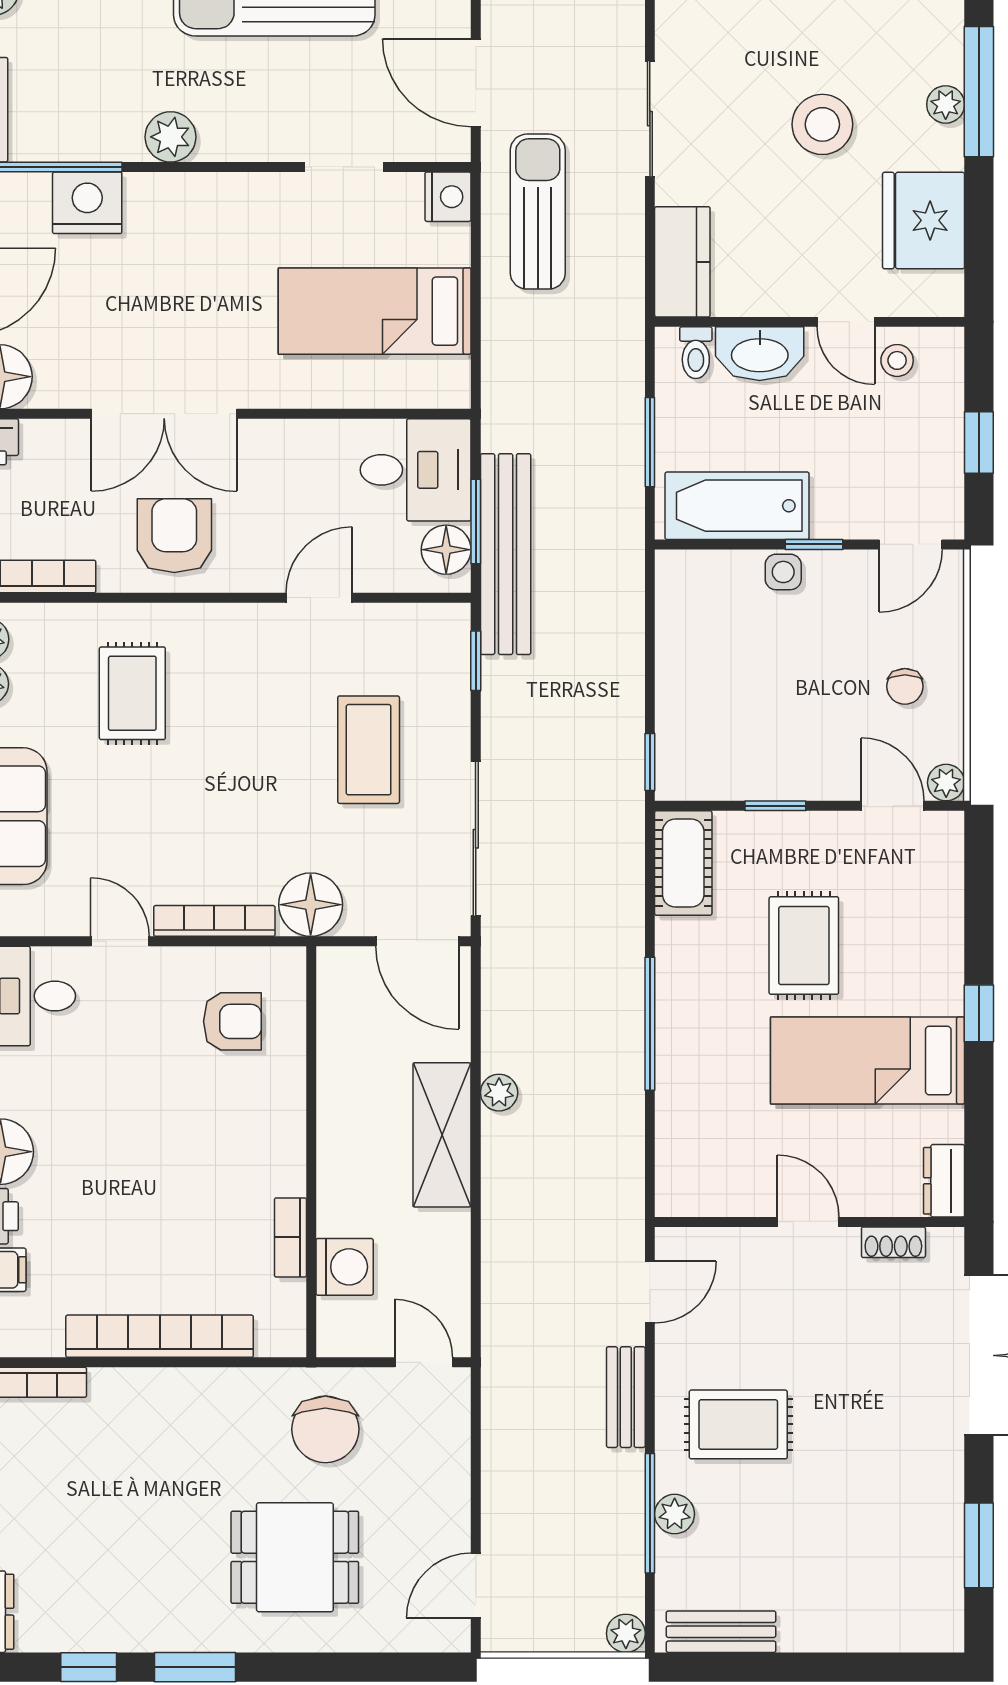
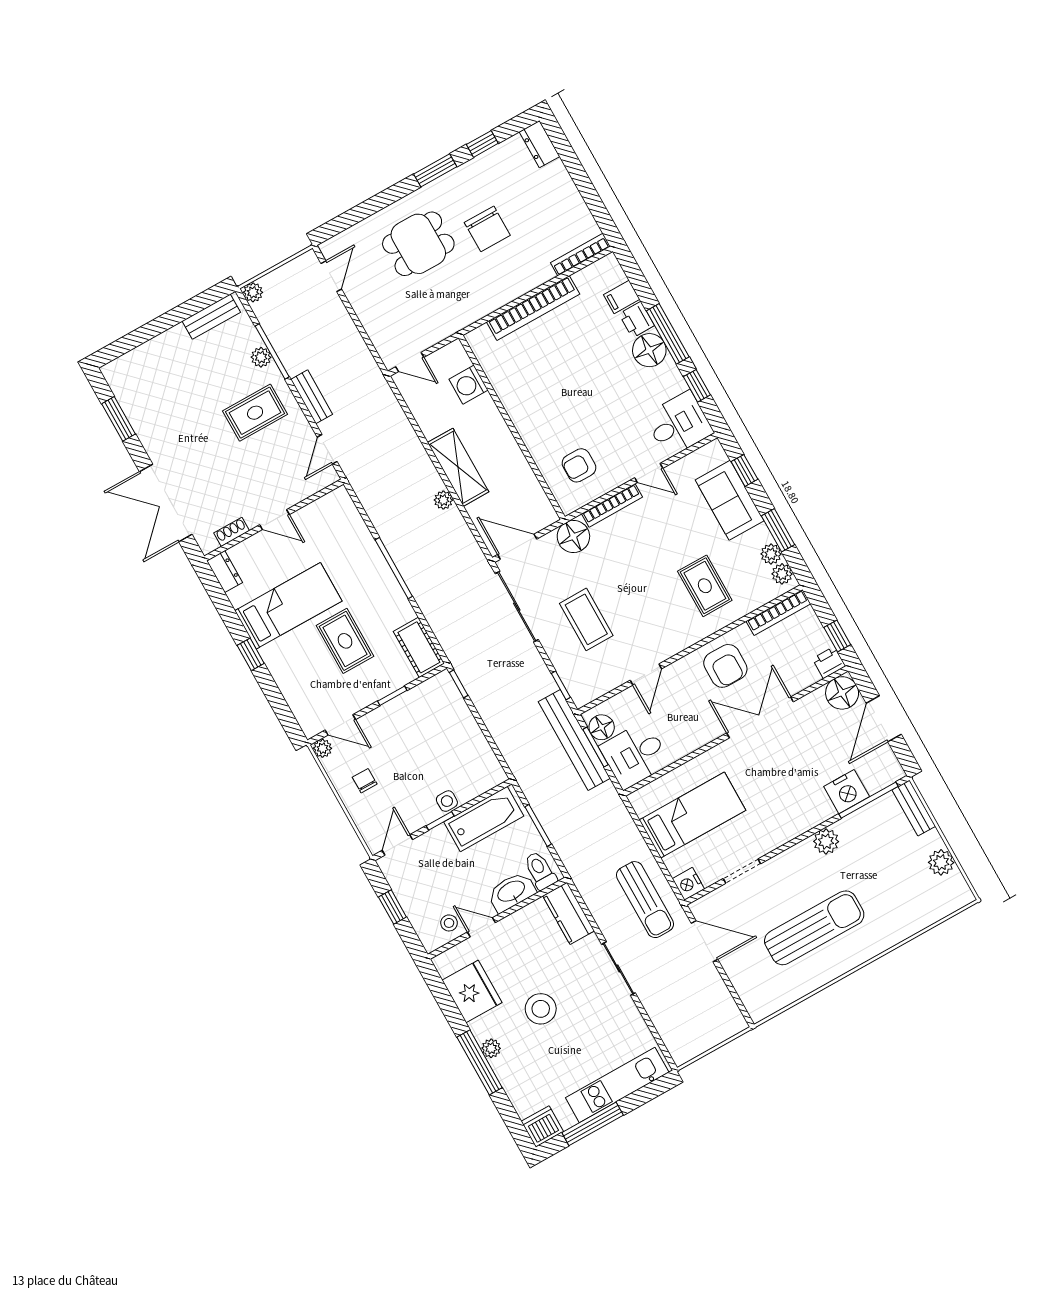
toilet: (696, 353) -> (540, 870), width x1.37, depth x1.39
bookcase: (290, 1237) -> (500, 384), removed
chair: (325, 1429) -> (487, 229), moved, turned 180

